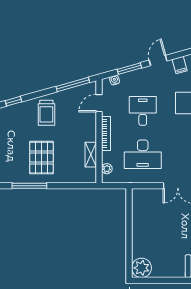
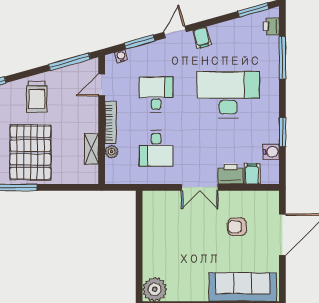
desk: (143, 154) -> (156, 148), width x0.73
pallet: (41, 158) -> (30, 152), width x1.37, depth x1.41
plant: (107, 169) -> (111, 152), moved

